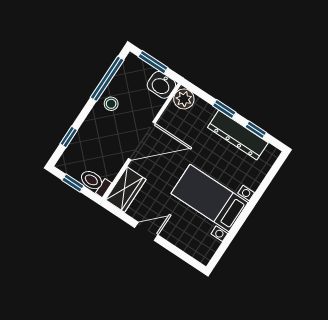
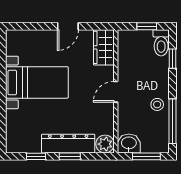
dresser: (238, 135) -> (68, 144), moved
door: (142, 141) -> (116, 92), width x0.53
toilet: (95, 182) -> (161, 43), moved, turned 90

